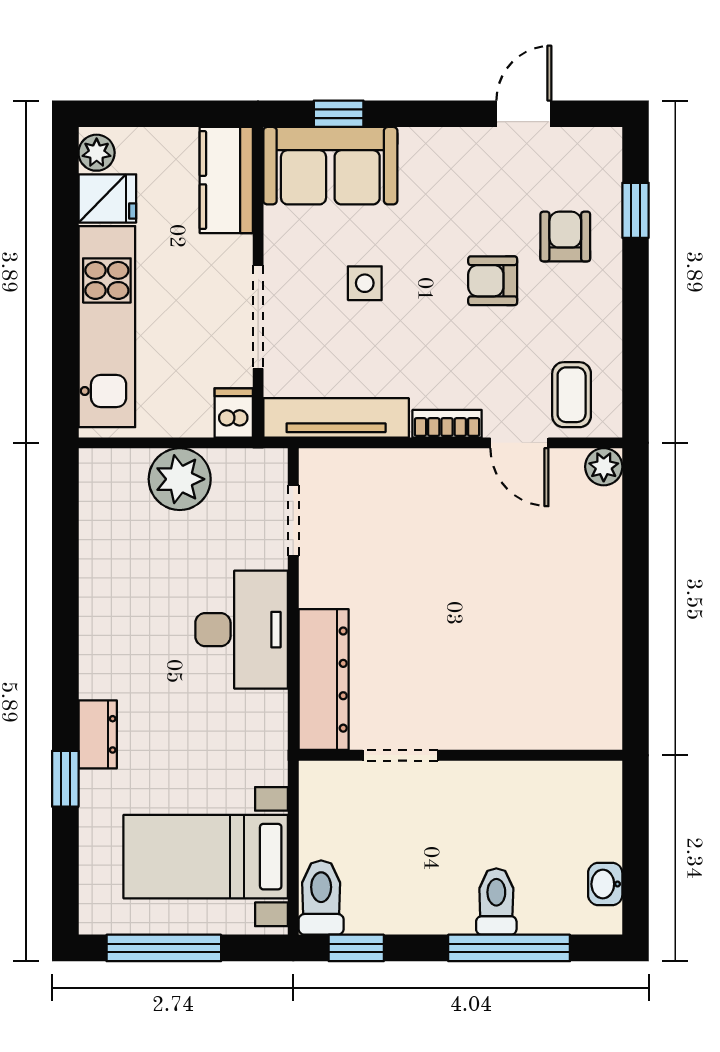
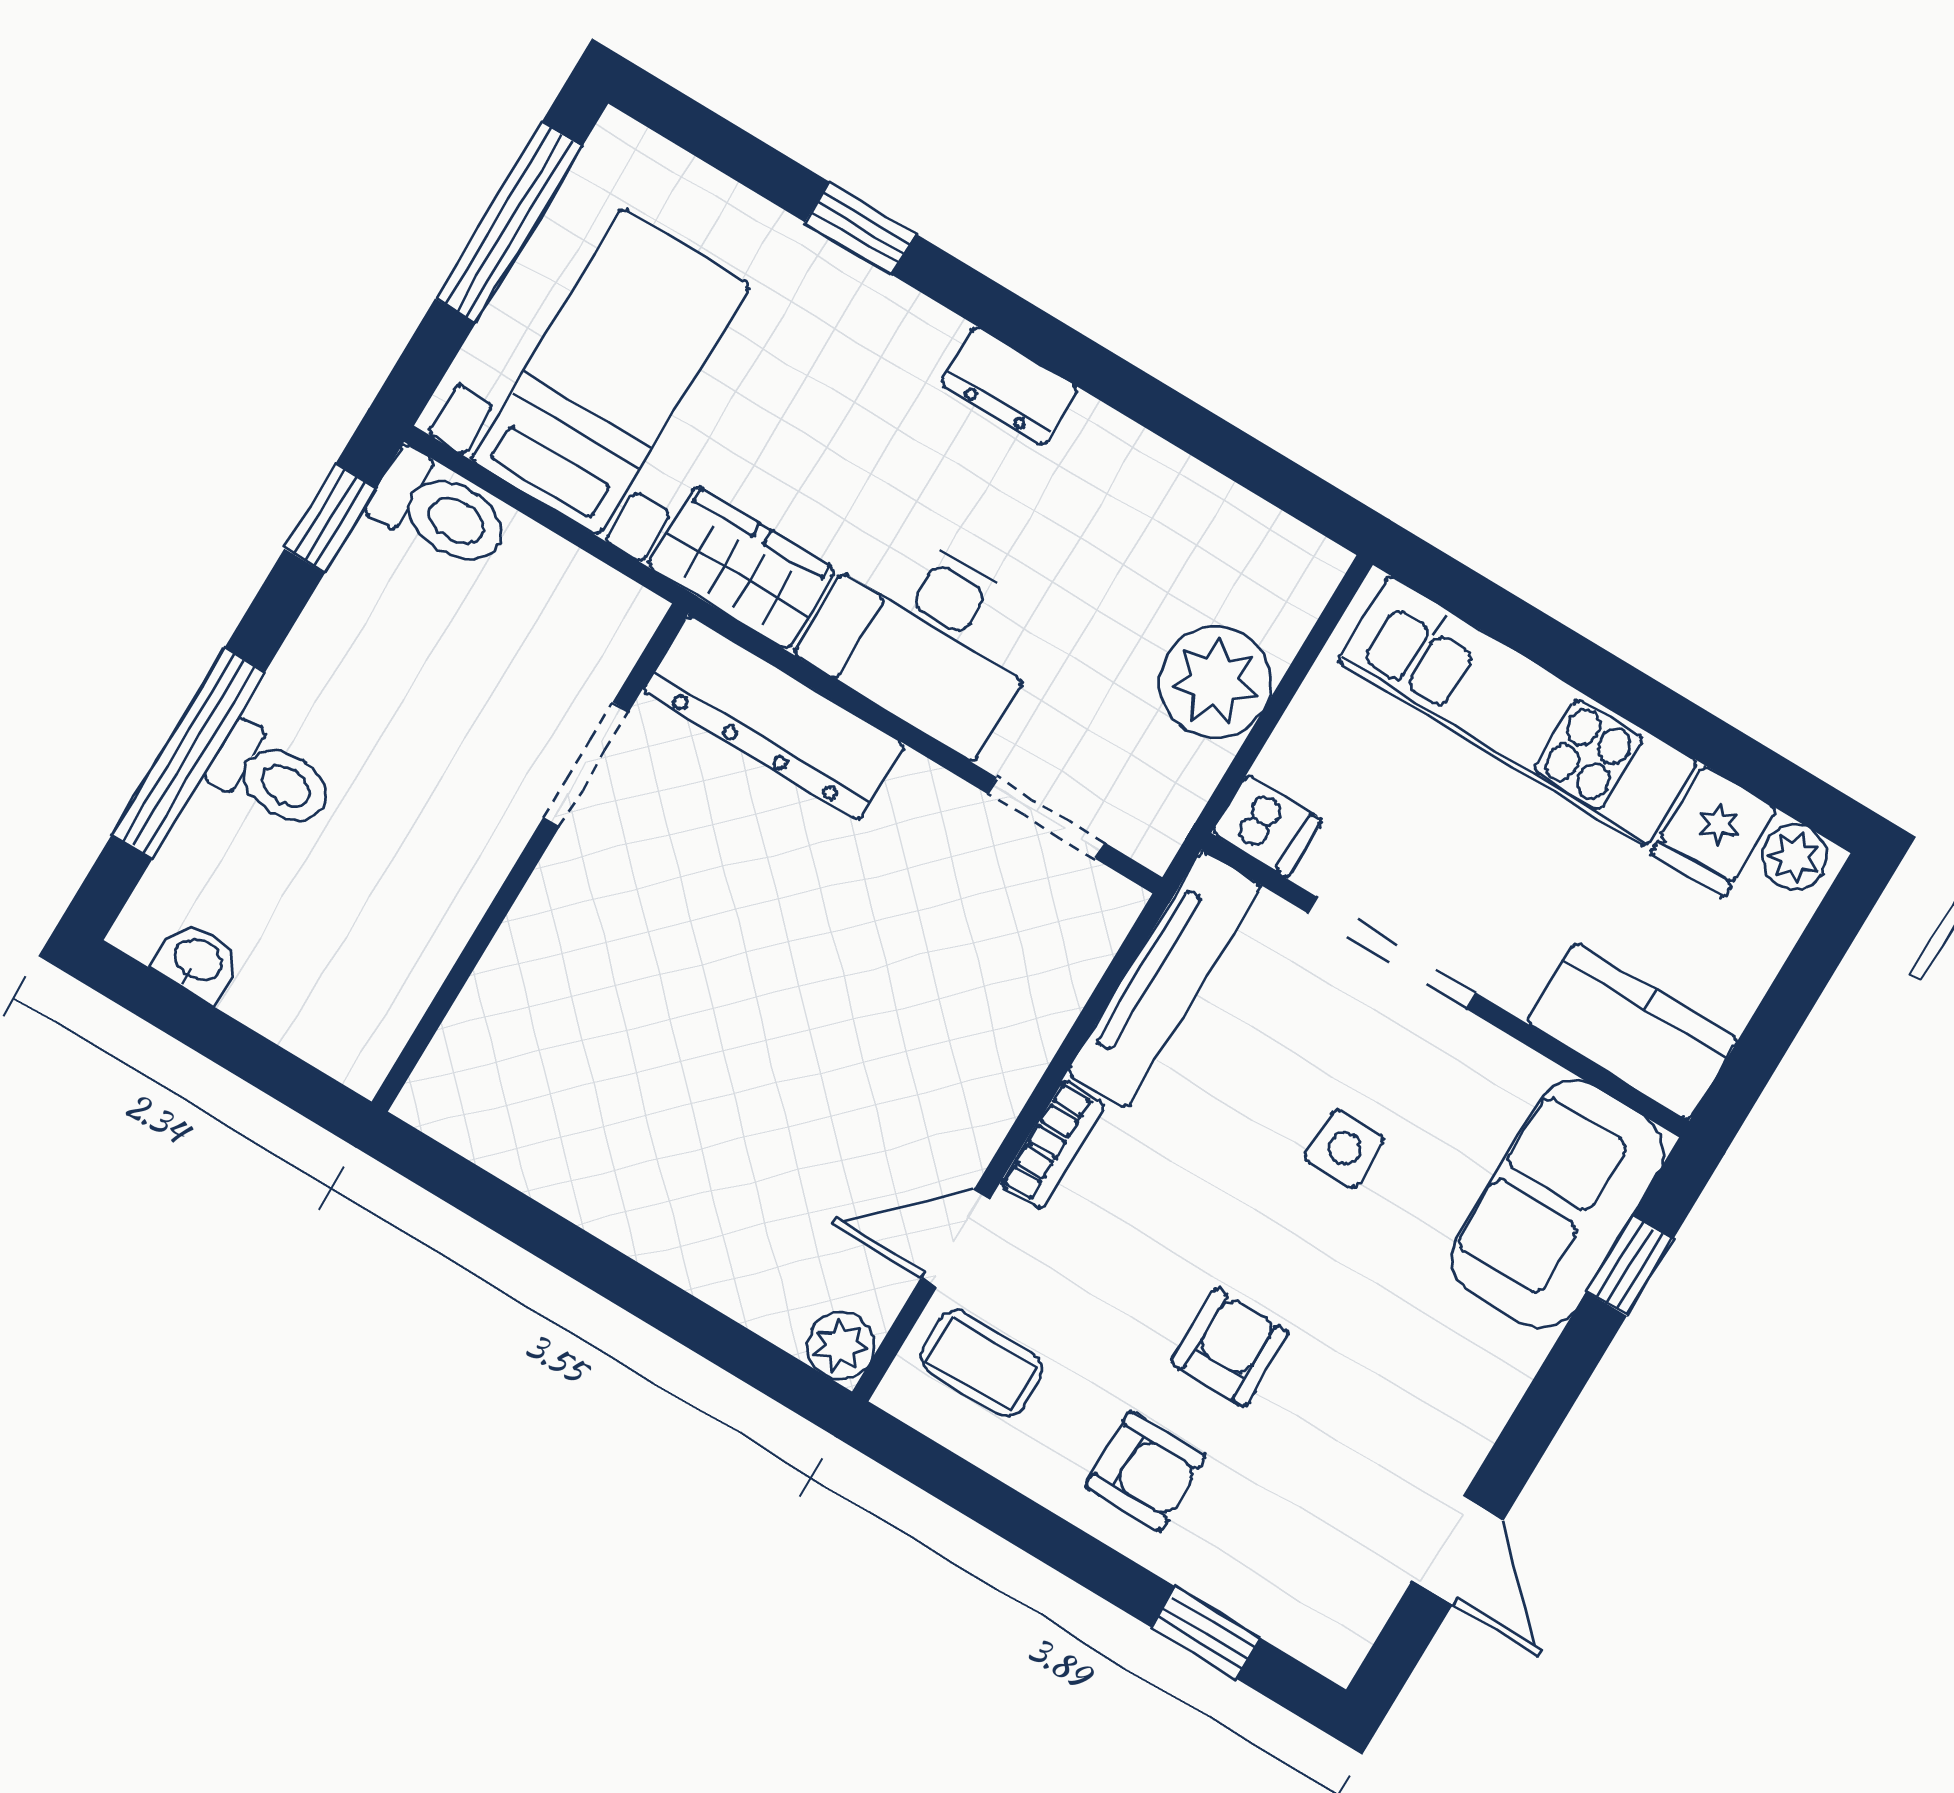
armchair: (565, 237) -> (1145, 1471), moved
dresser: (98, 734) -> (1009, 386), moved
wardrobe: (261, 738) -> (741, 568), added

